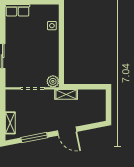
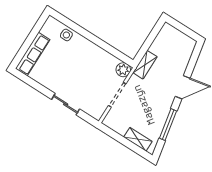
row of seats: (18, 10) -> (33, 54), width x1.48

